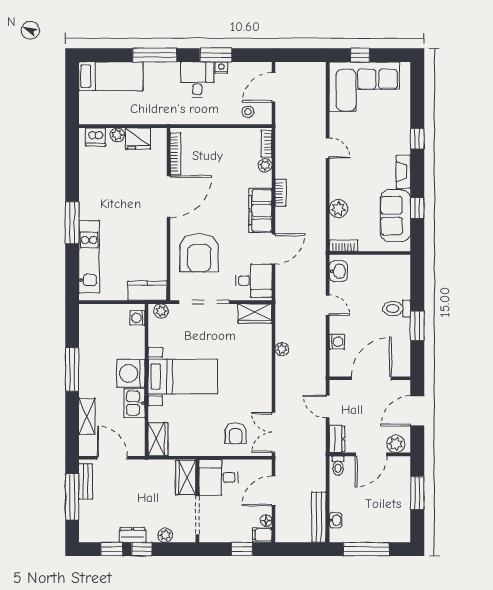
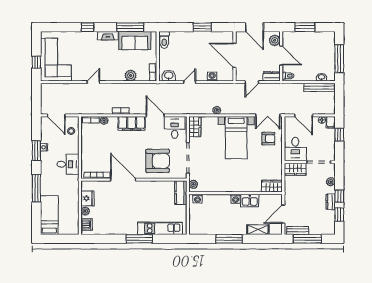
desk: (197, 80) -> (68, 164), moved, turned 180
window: (417, 208) -> (130, 27), width x2.17
toilet: (397, 309) -> (164, 40), moved
washing machine: (131, 373) -> (236, 199), width x0.53, depth x0.53
bed with nightstands: (183, 376) -> (236, 138), moved, turned 180

